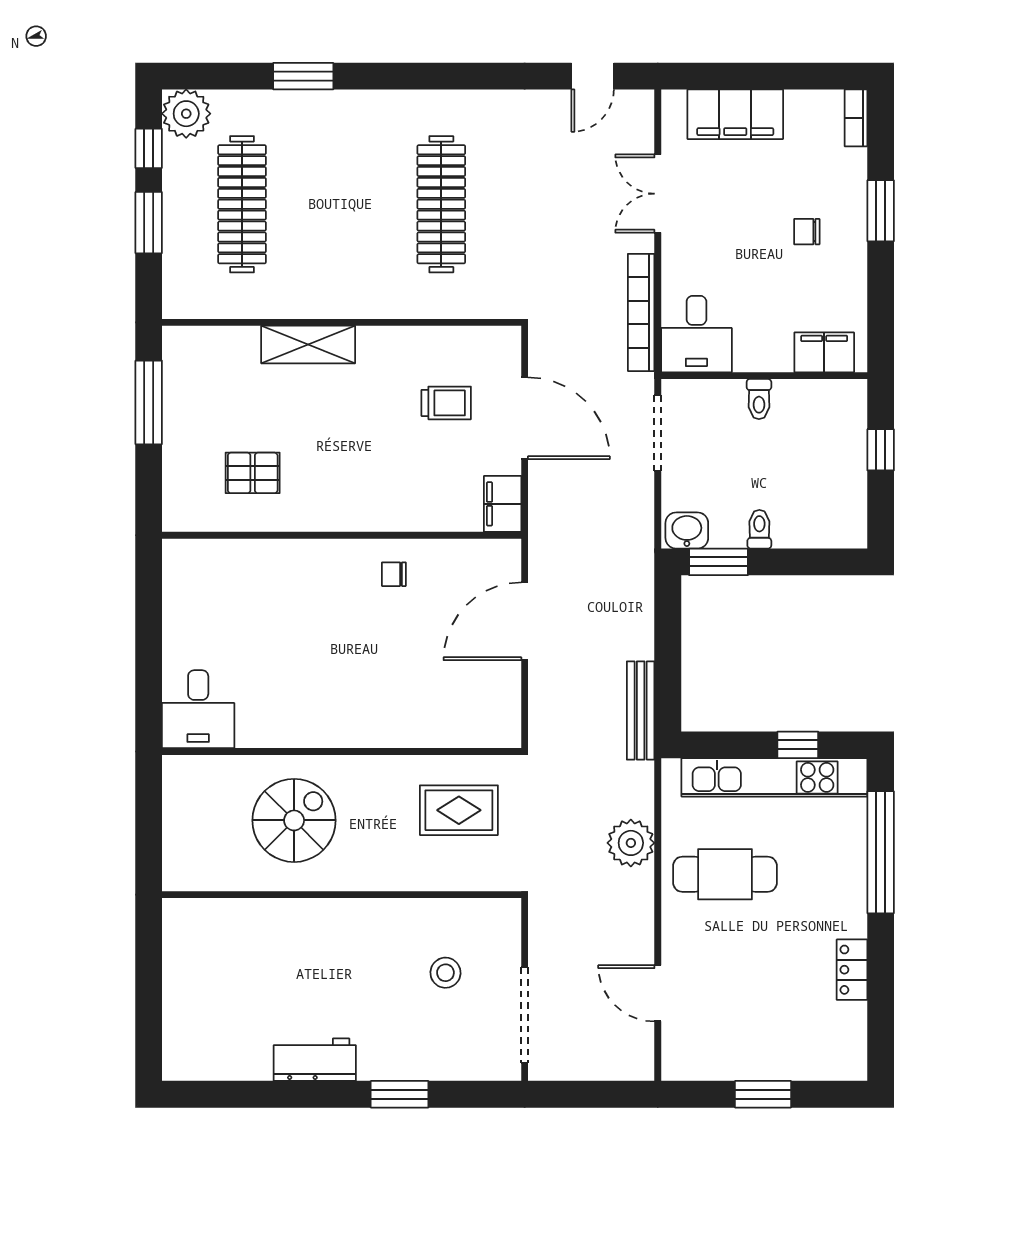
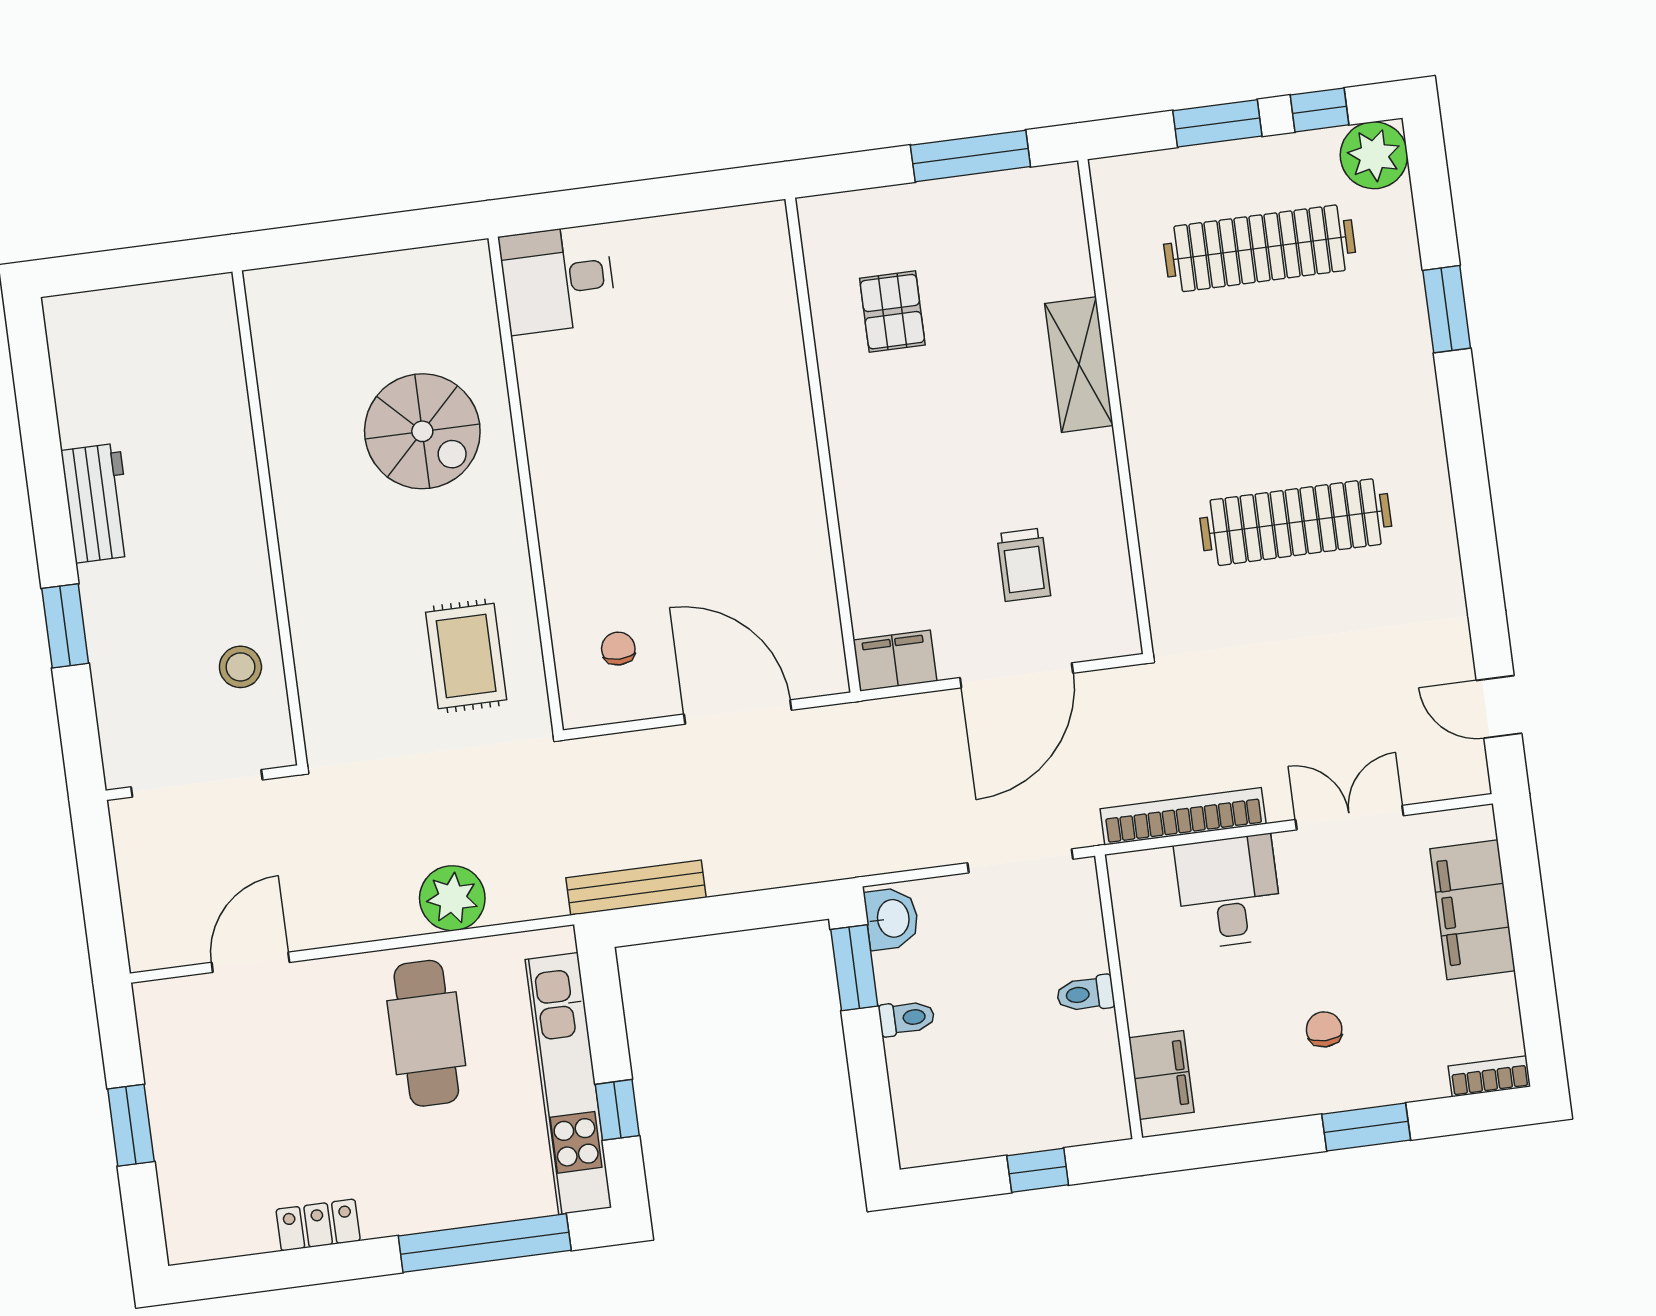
desk: (696, 334) -> (1229, 892), moved, turned 90
chair: (394, 574) -> (618, 649), moved
wall: (342, 895) -> (270, 518), moved

